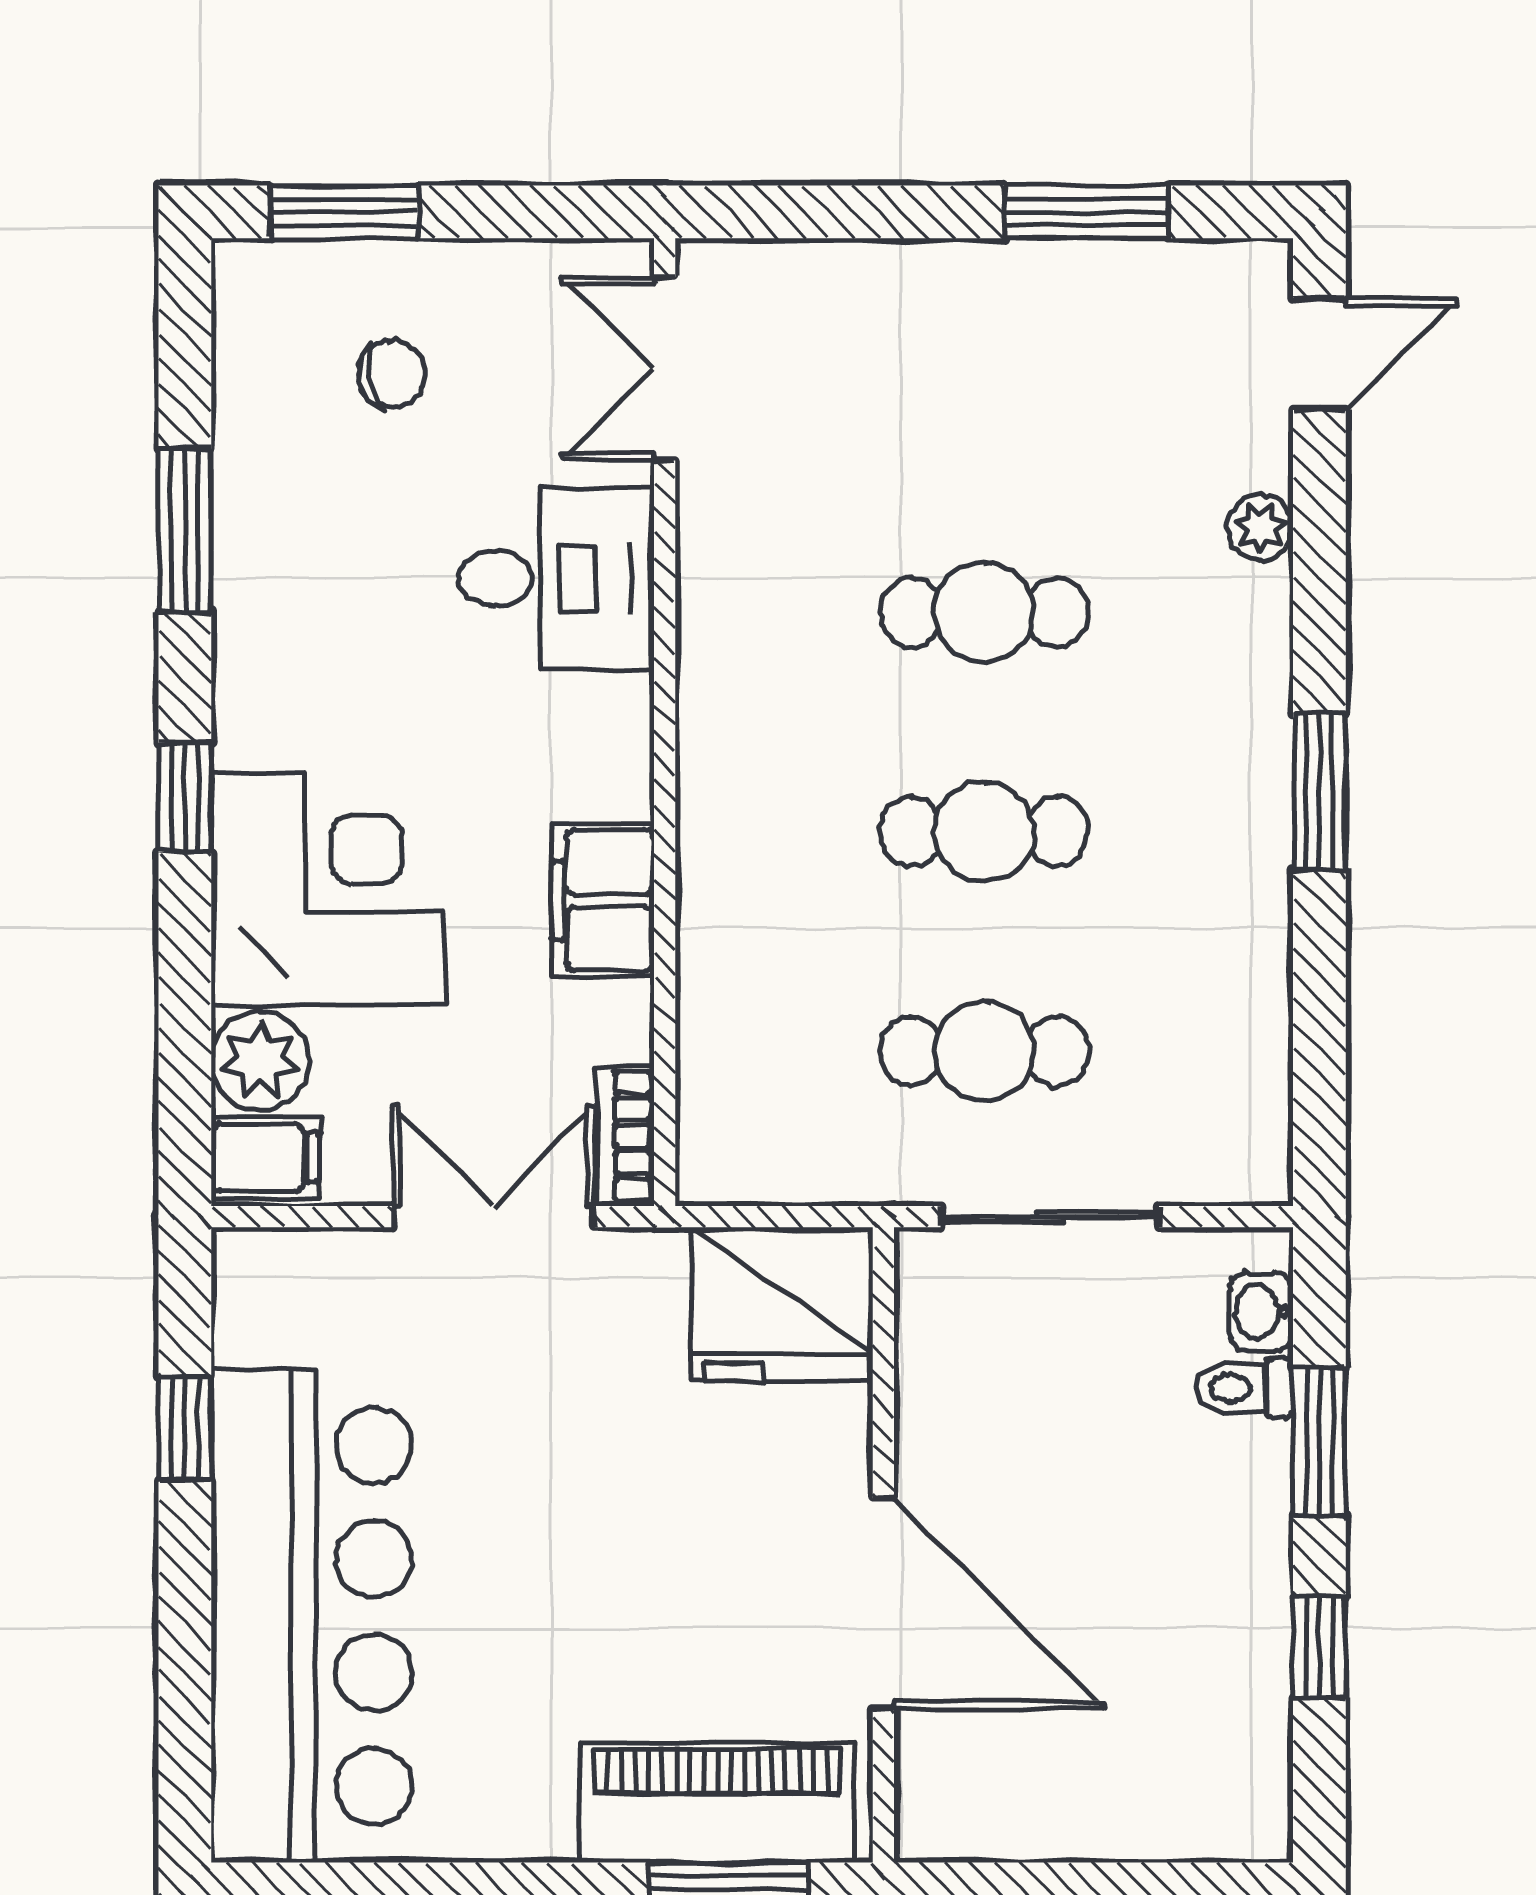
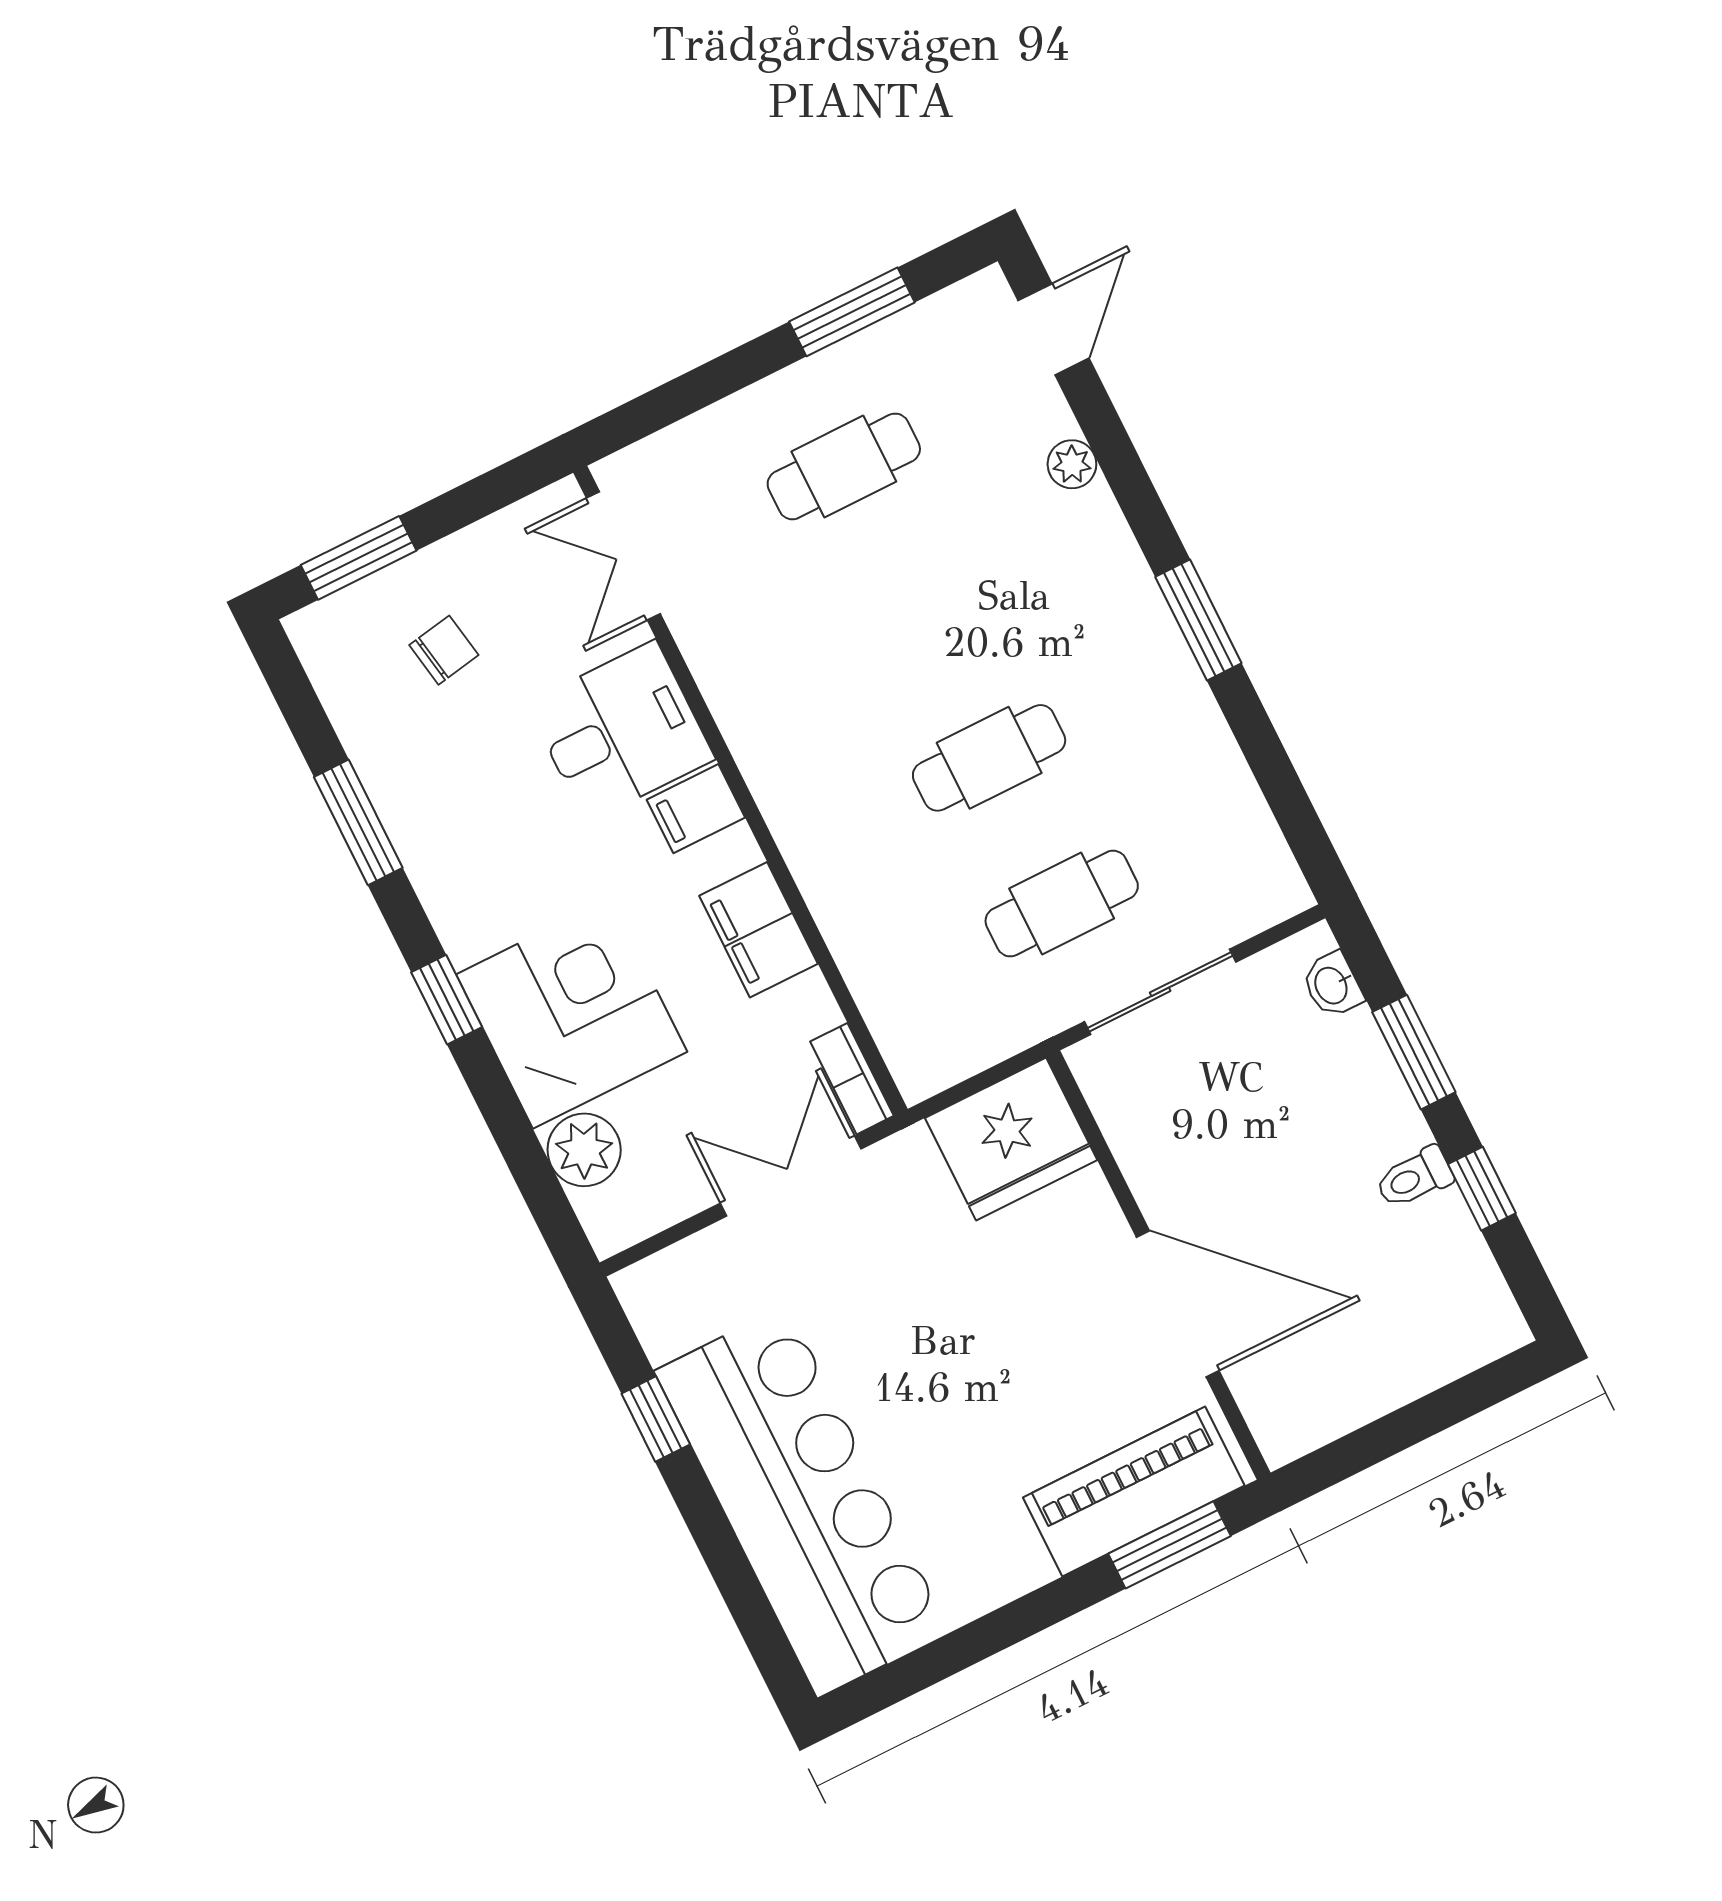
cafe table: (984, 613) -> (844, 466), moved
filing cabinet: (265, 1158) -> (696, 809), moved, turned 180
toilet: (1244, 1388) -> (1414, 1178), moved

